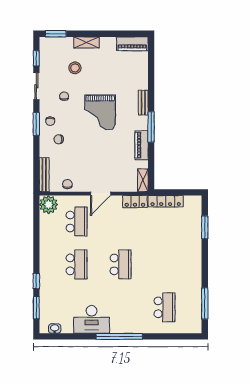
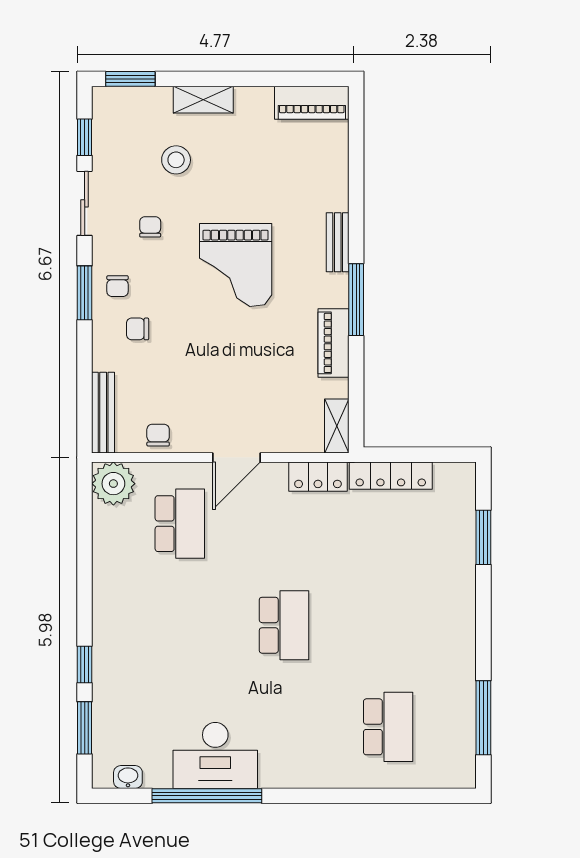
school desk: (77, 264) -> (180, 625), removed
window: (119, 336) -> (207, 796), moved

